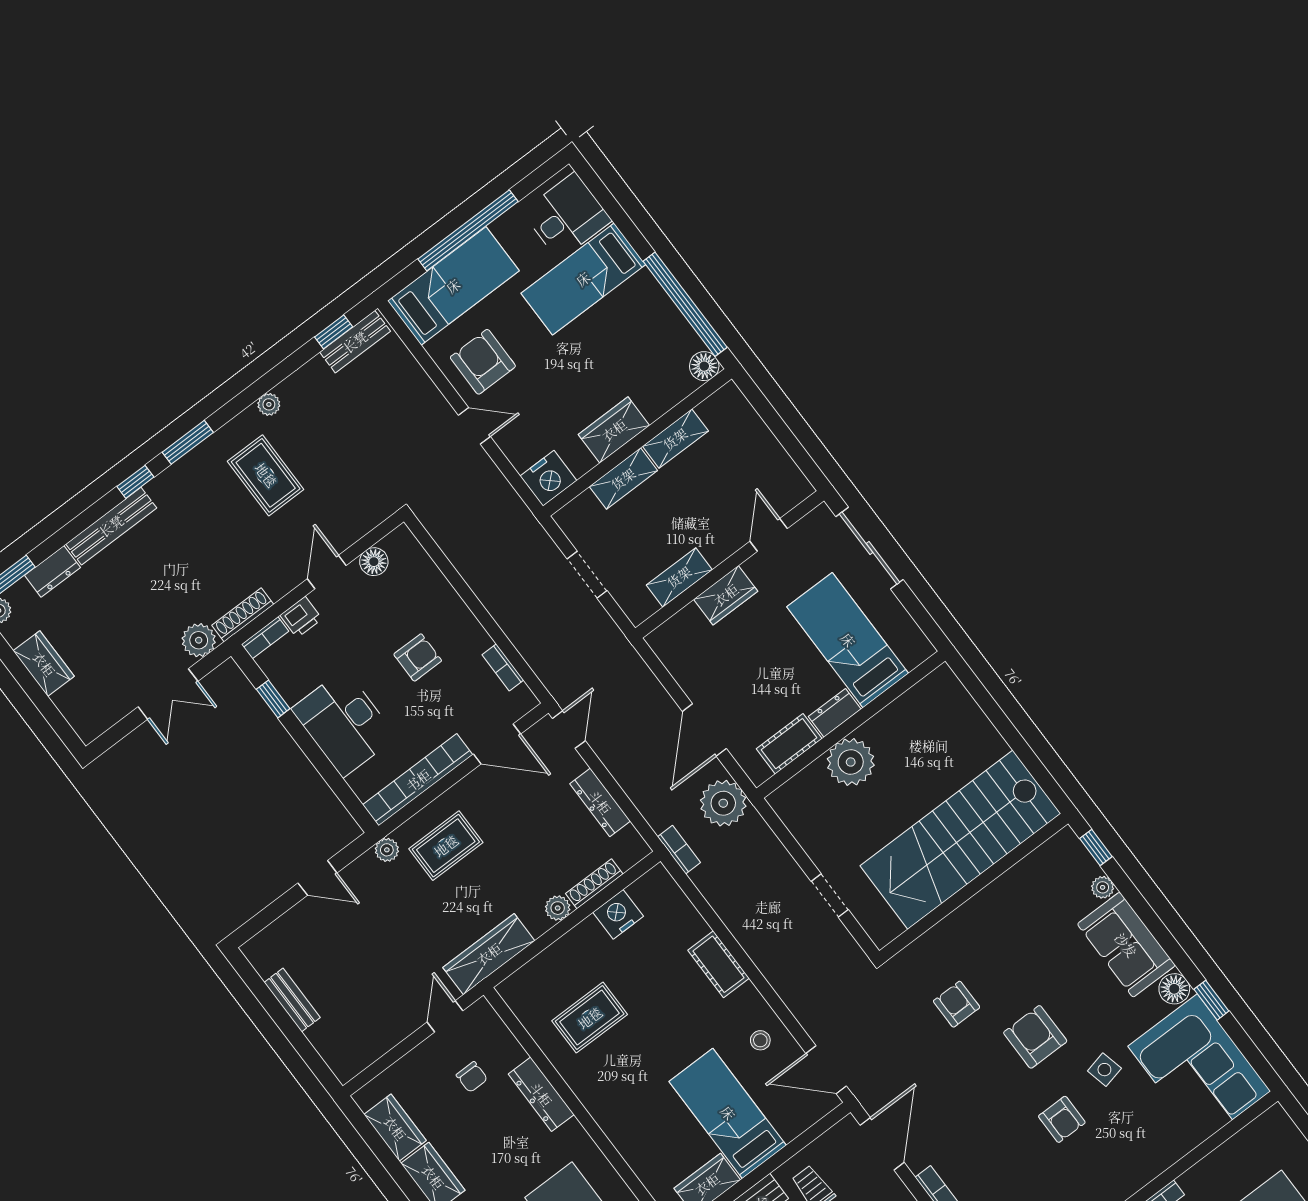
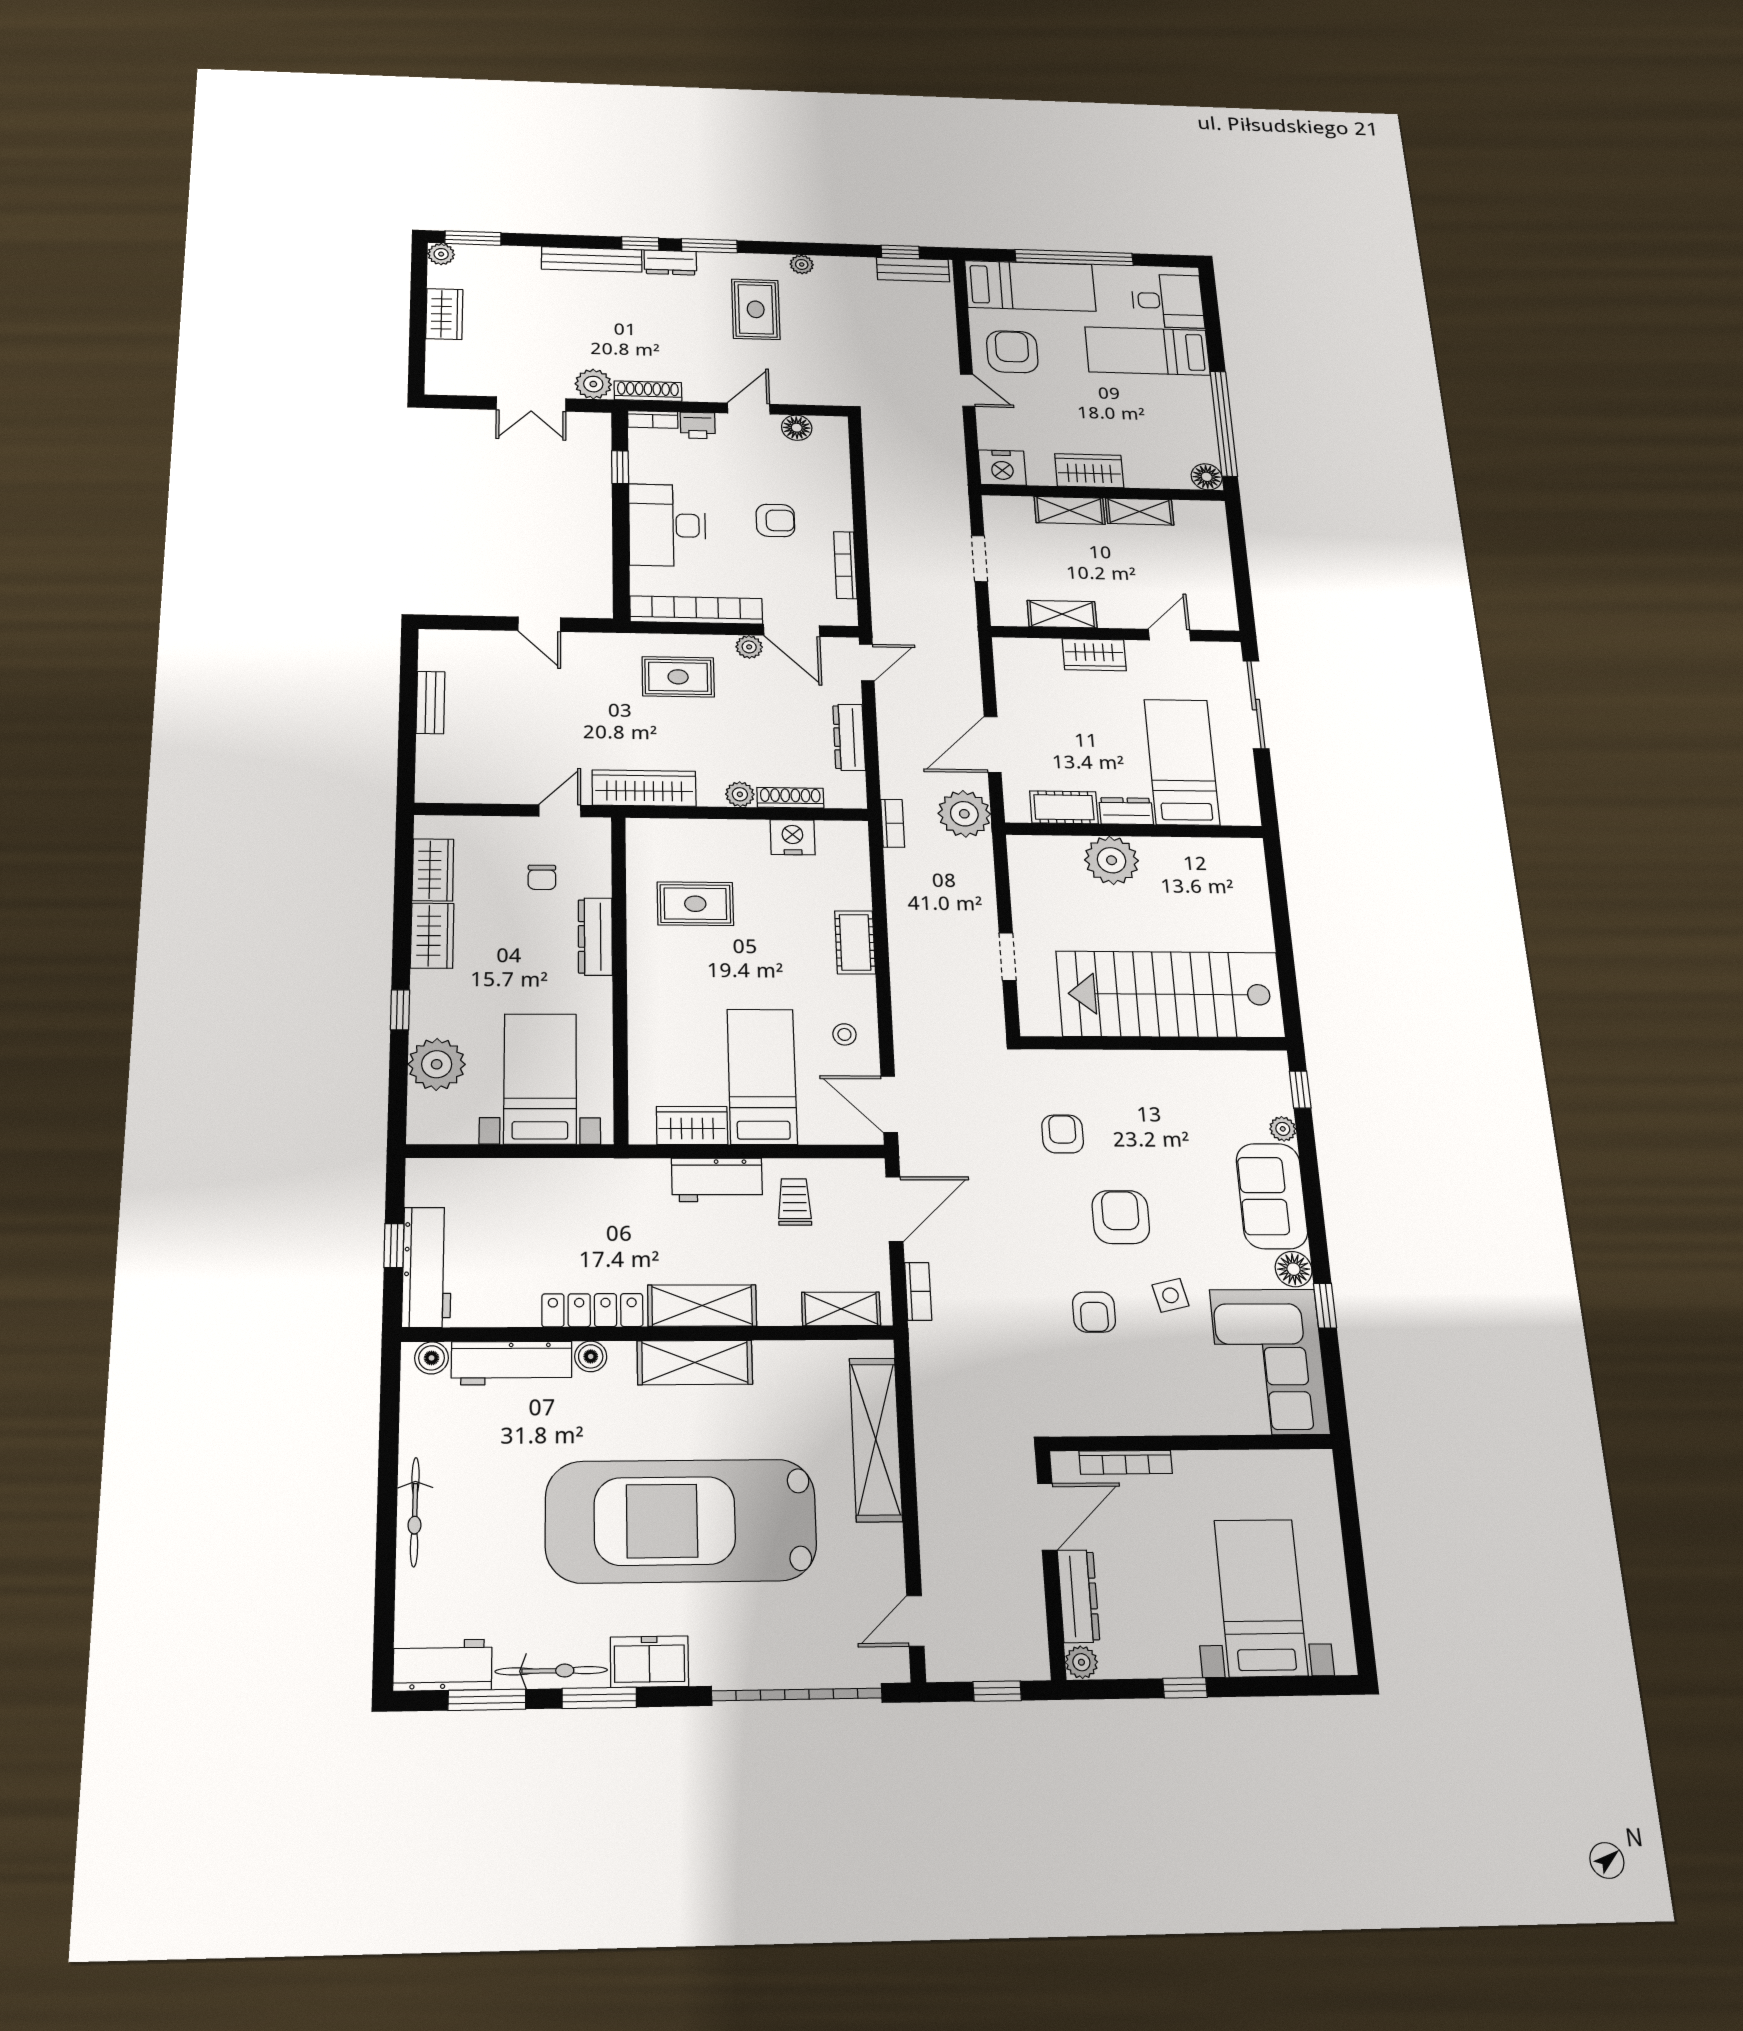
dresser: (52, 571) -> (670, 262), moved
bookcase: (503, 667) -> (845, 565), width x1.56
plant: (387, 850) -> (749, 647), moved

